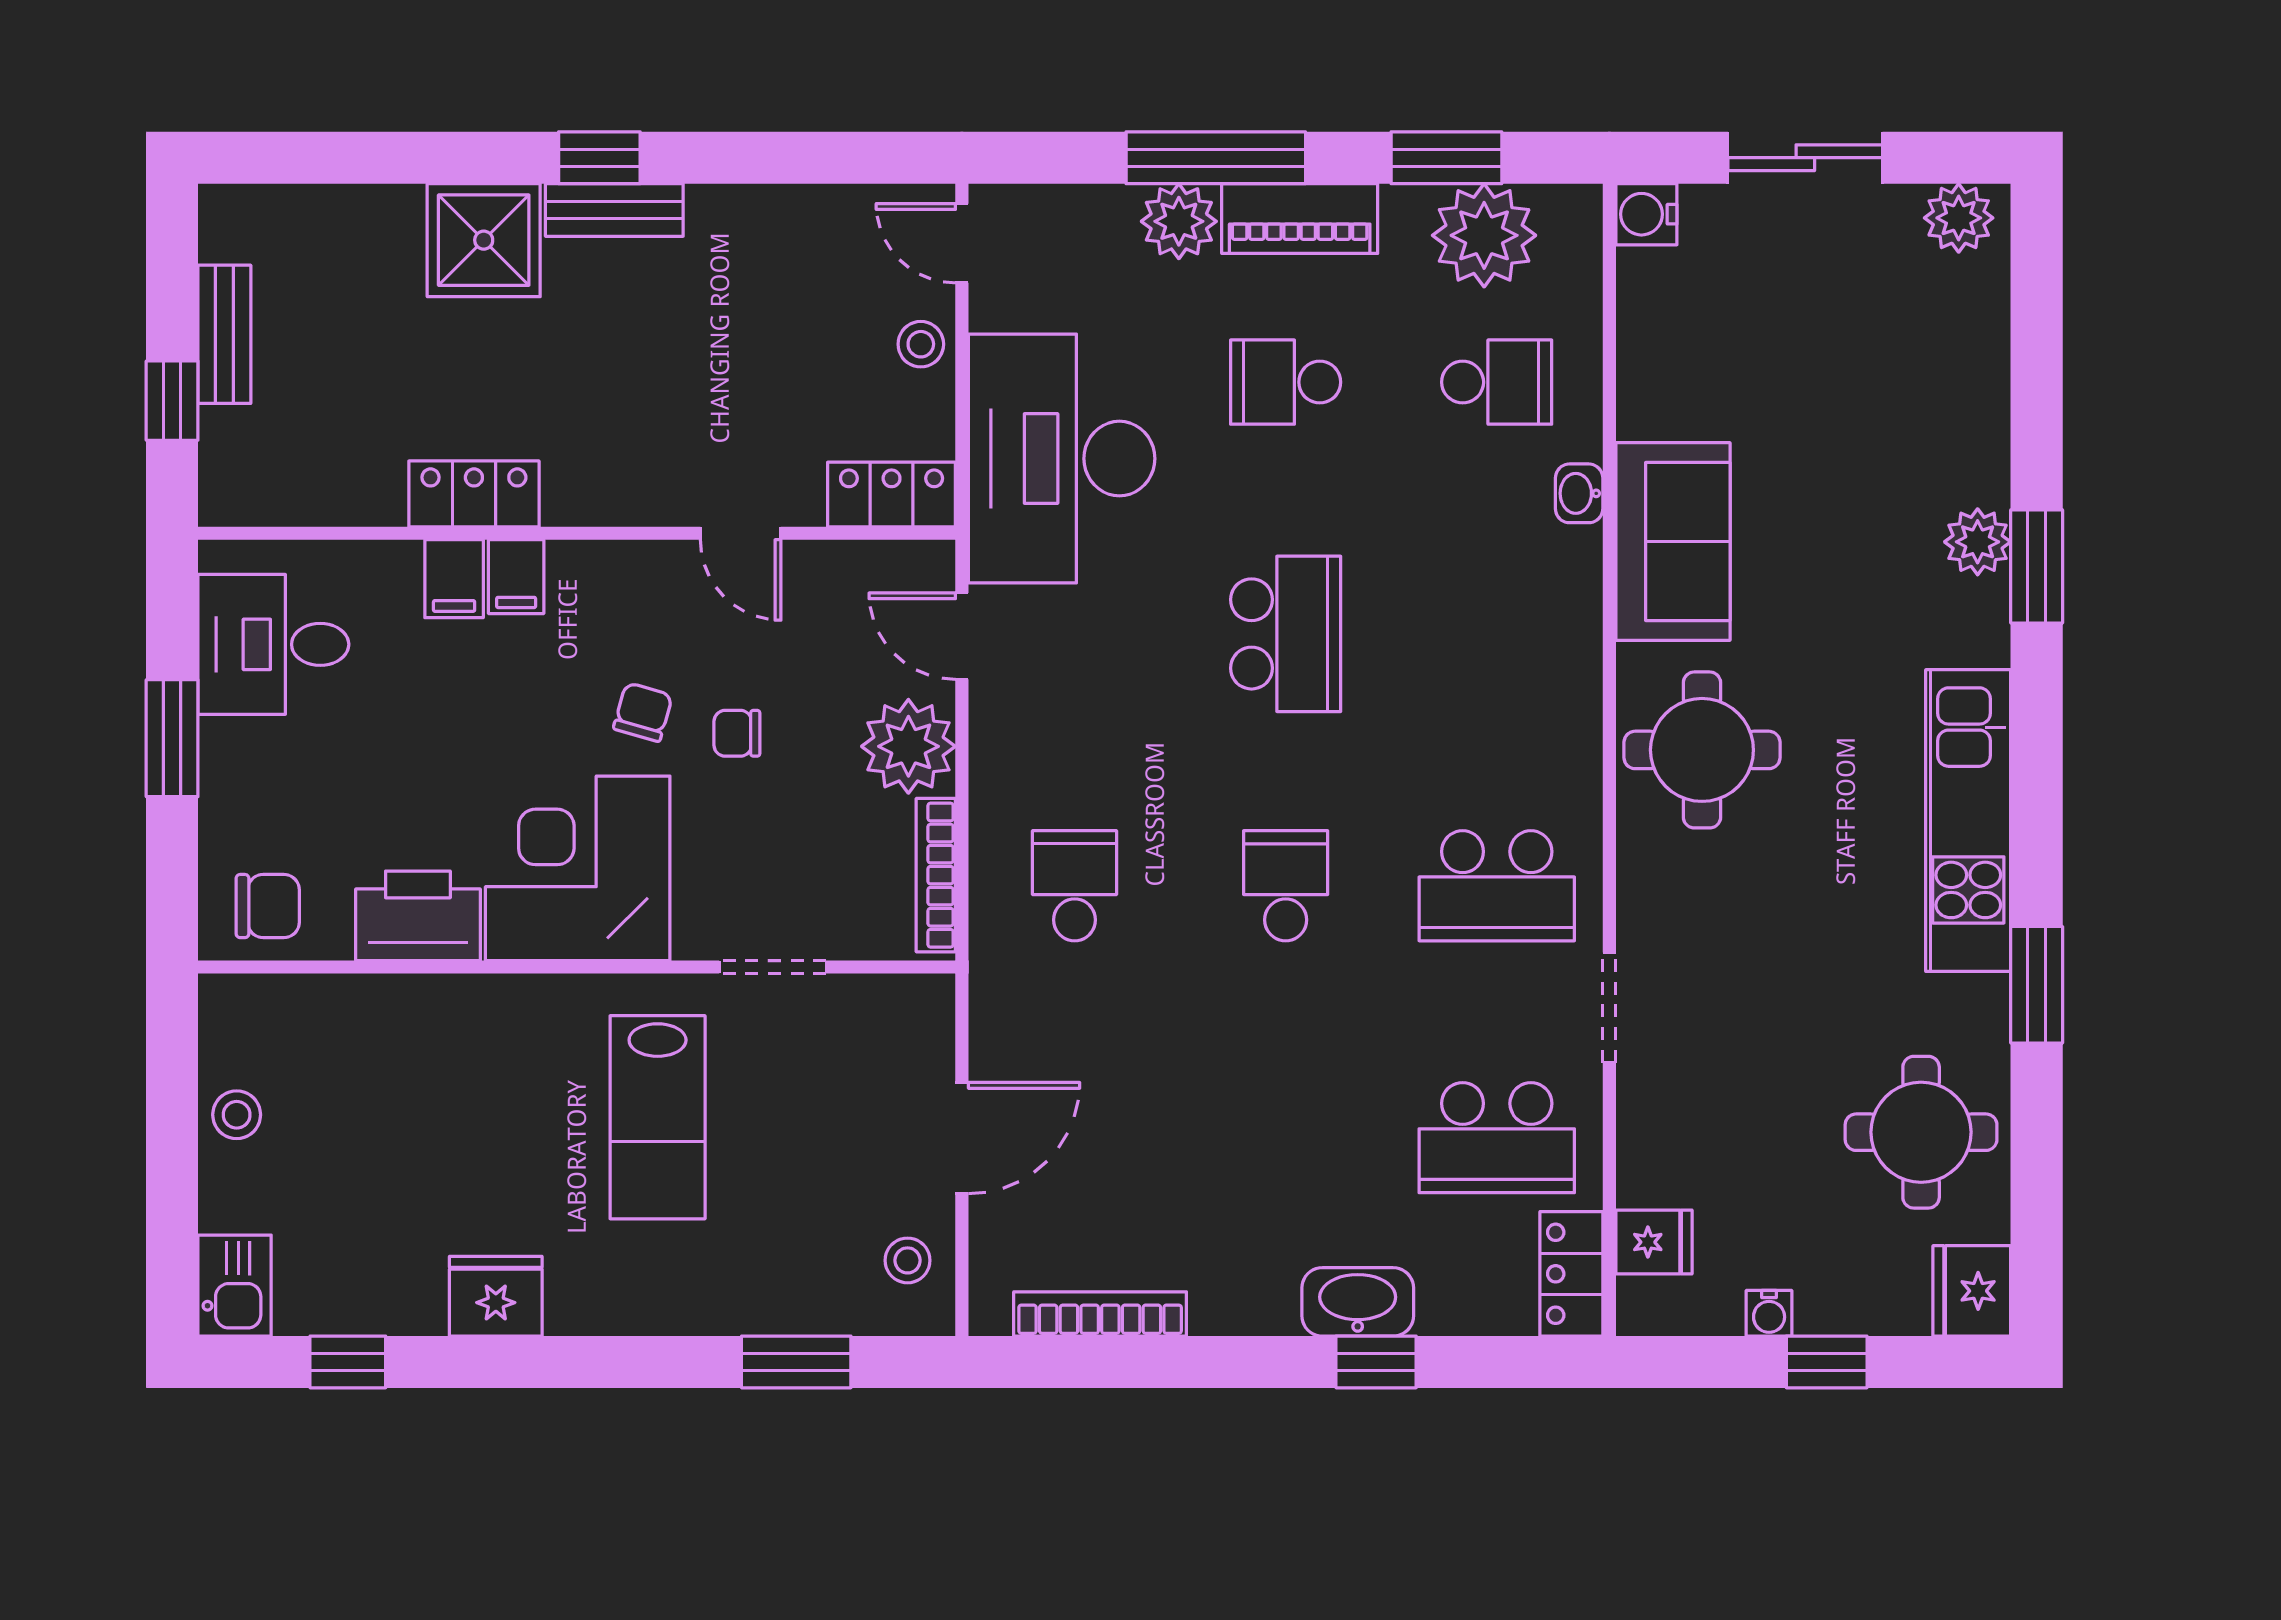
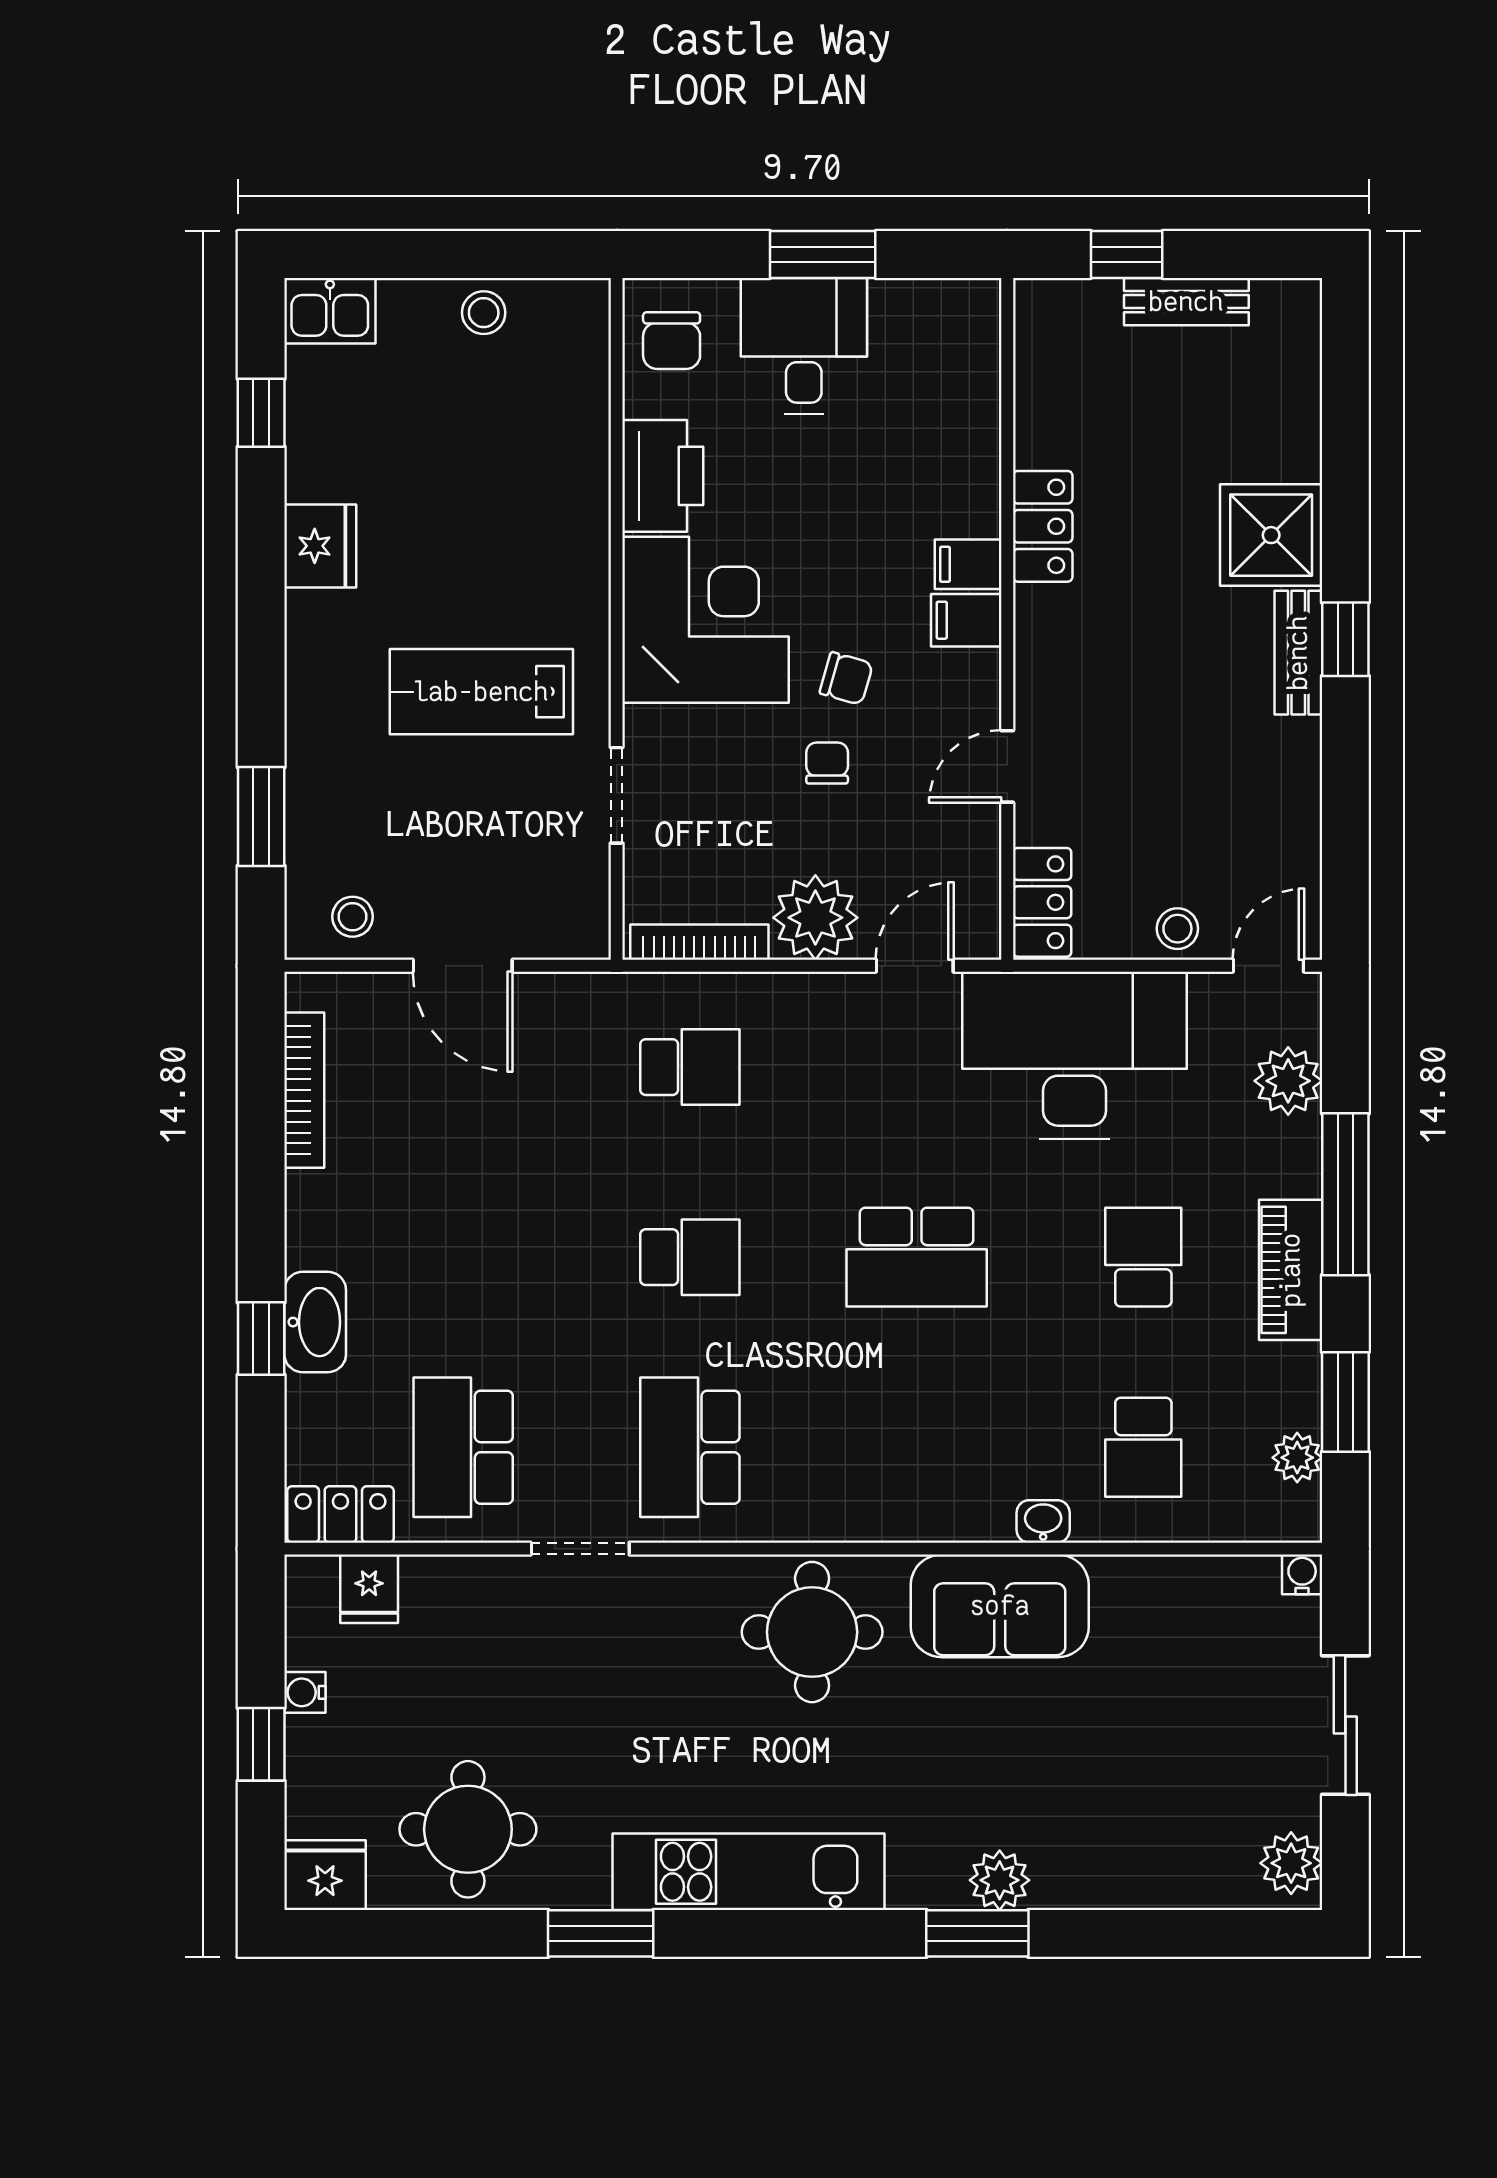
water cooler: (1646, 214) -> (1302, 1574), width x0.72, depth x0.72
plant: (1179, 221) -> (1288, 1081), moved
plant: (1484, 235) -> (1297, 1458), width x0.53, depth x0.53
filing cabinet: (454, 579) -> (966, 620), moved
desk: (273, 644) -> (804, 346), moved

